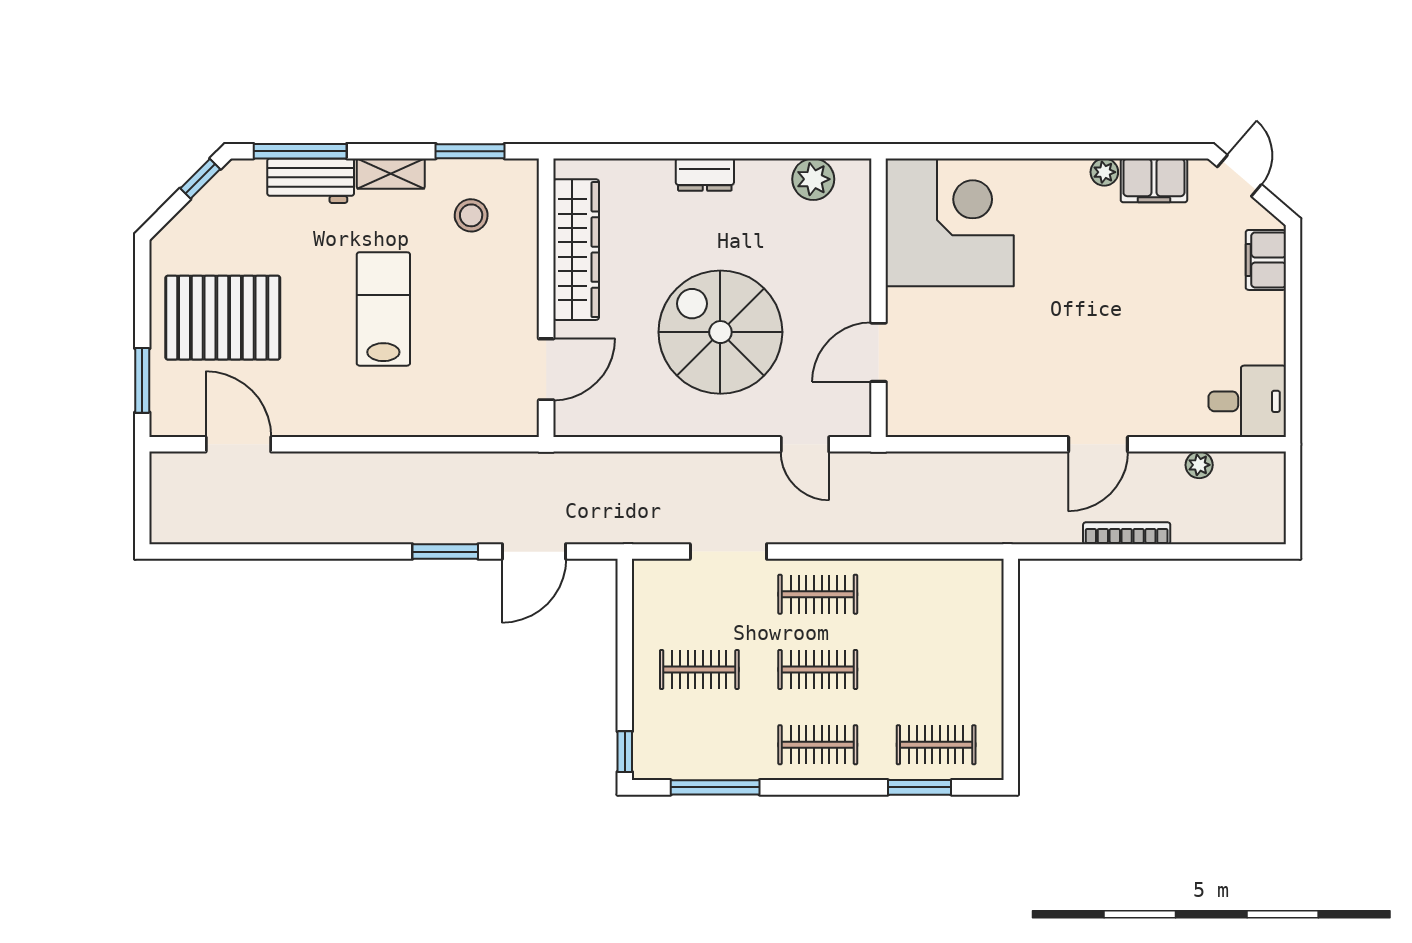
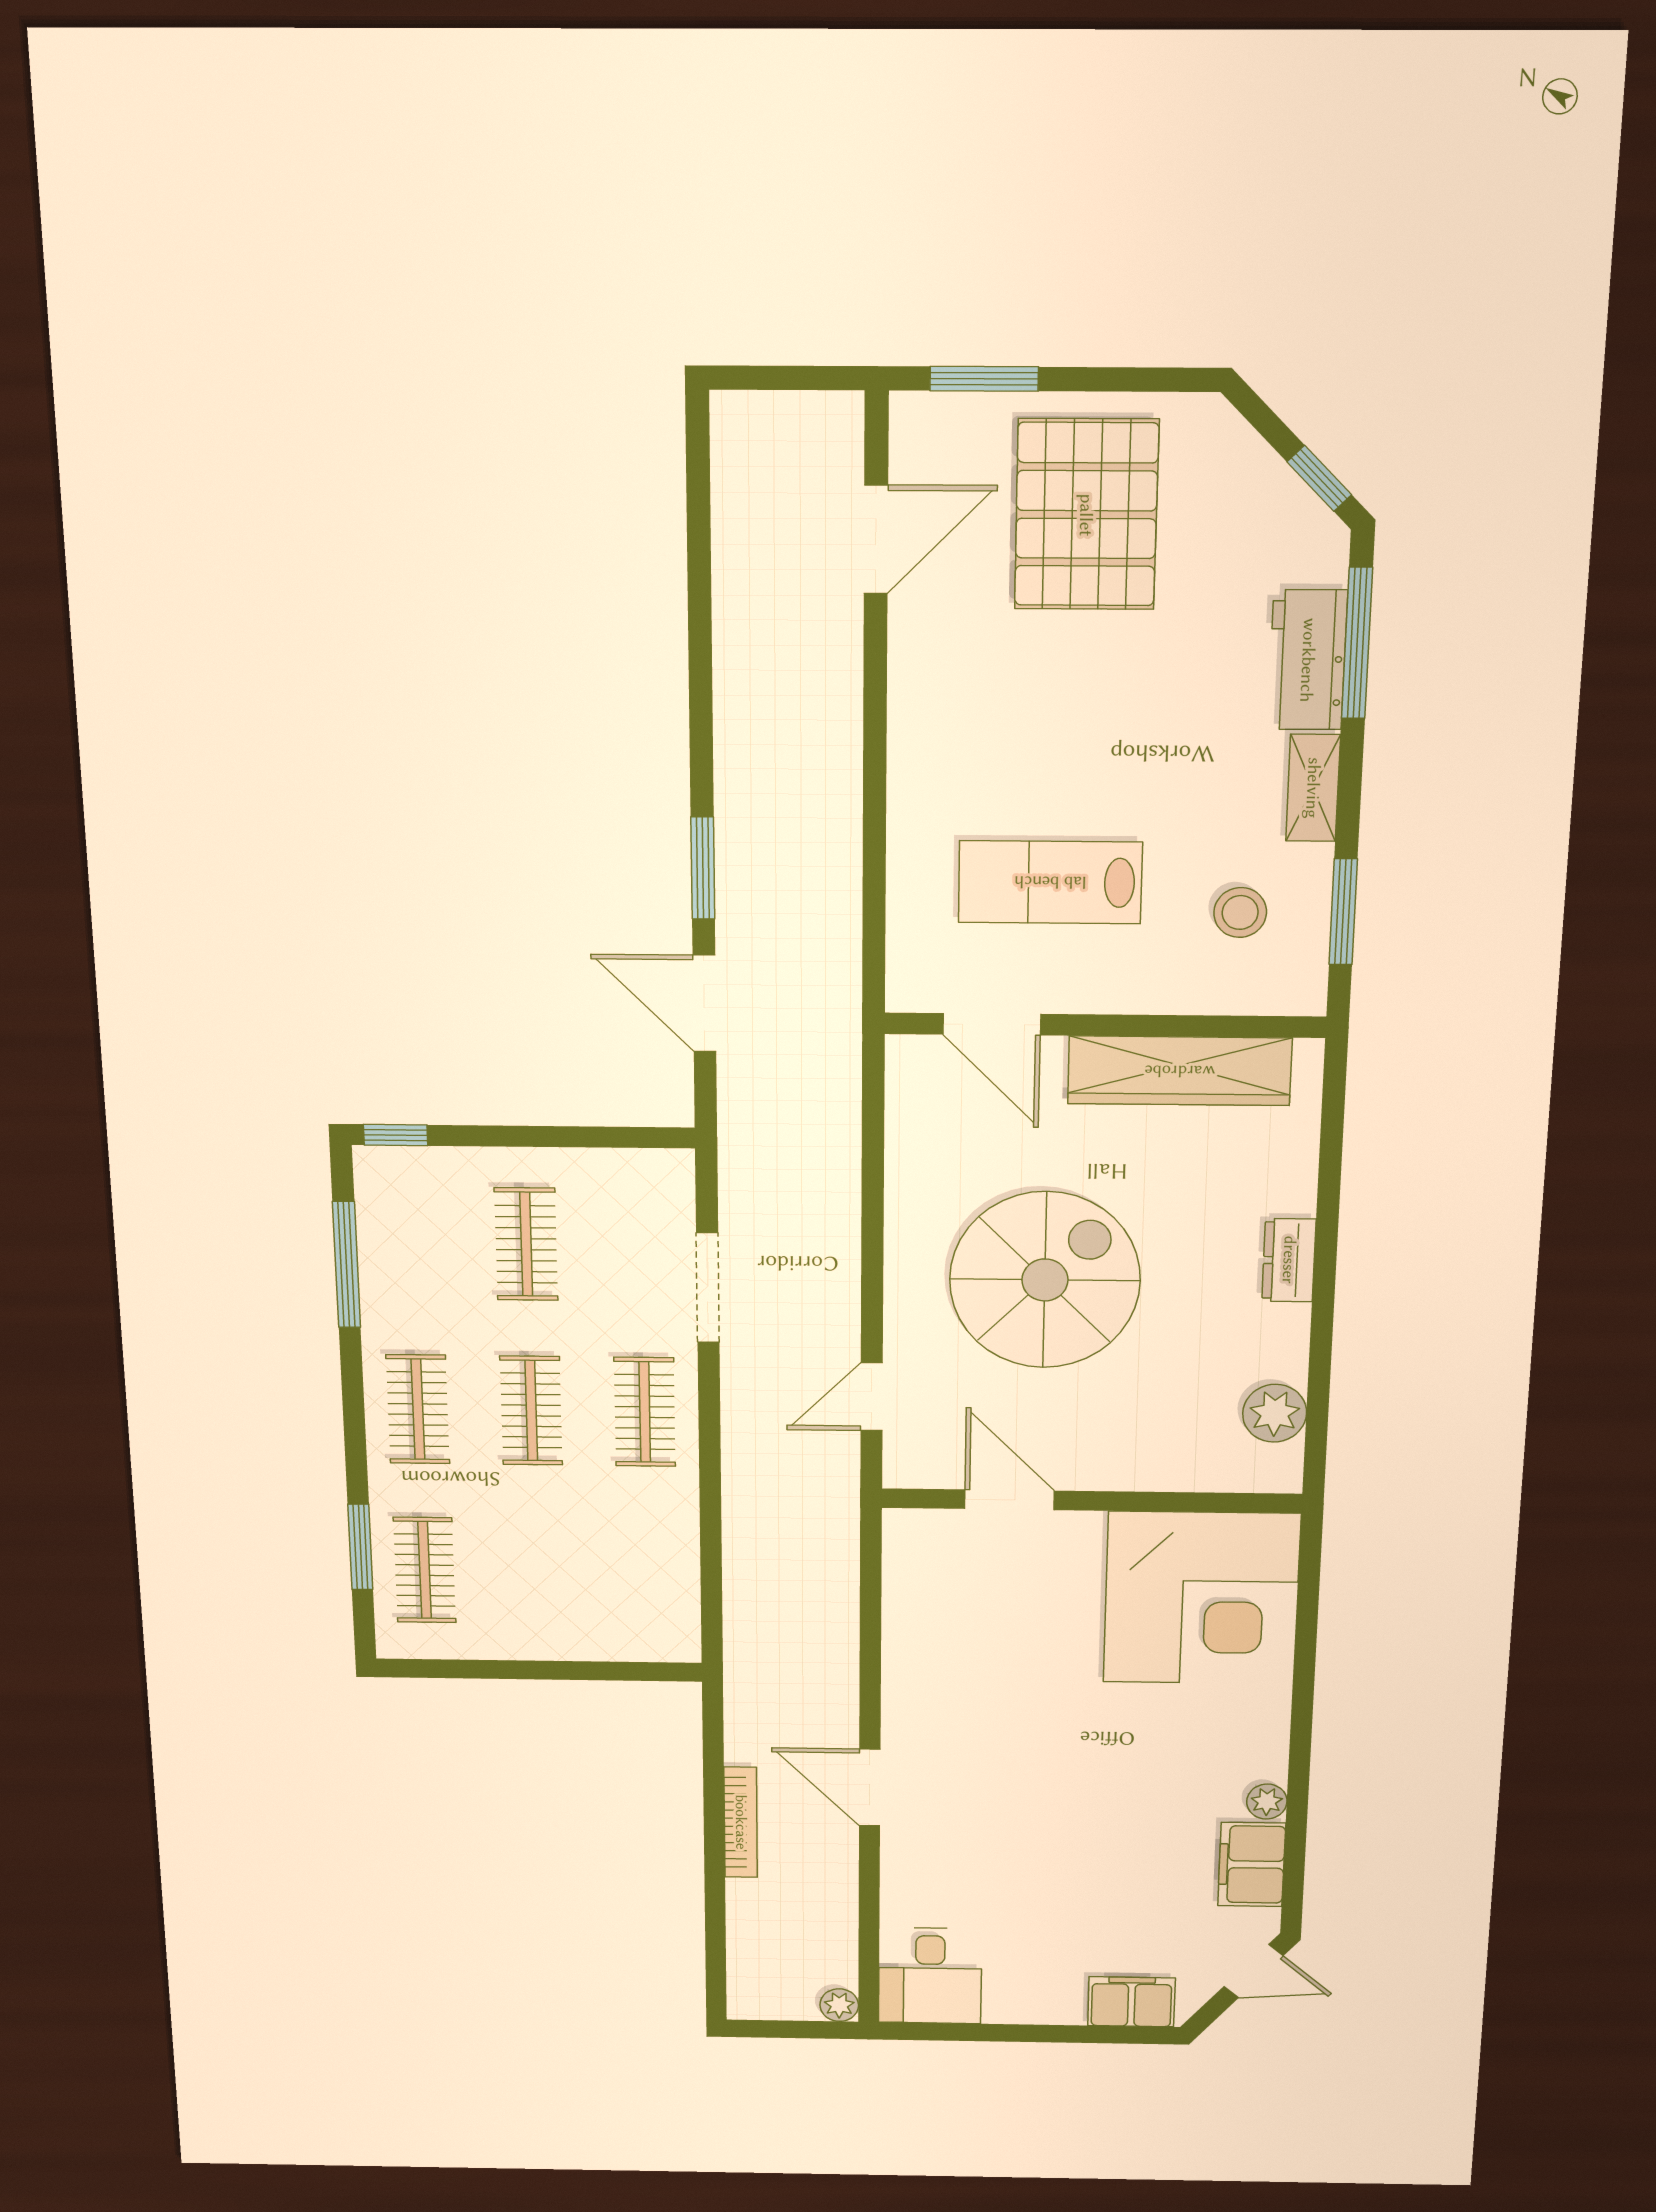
lab bench: (383, 309) -> (1050, 882), moved, turned 180
plant: (1199, 465) -> (839, 2005), moved

